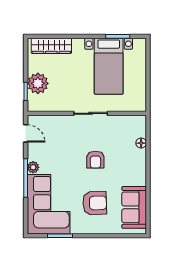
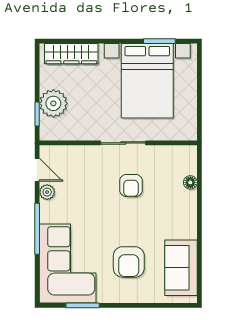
bed with nightstands: (109, 66) -> (147, 81), width x1.36
armchair: (95, 160) -> (131, 186), moved
plant: (33, 167) -> (47, 192), moved
armchair: (95, 203) -> (129, 262), turned 92

